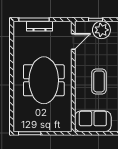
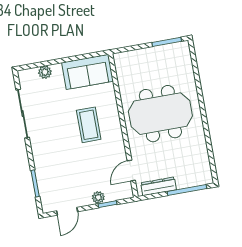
dresser: (39, 26) -> (159, 186), moved
plant: (101, 30) -> (98, 197), width x0.53, depth x0.53
meeting table: (44, 80) -> (160, 114), turned 90

